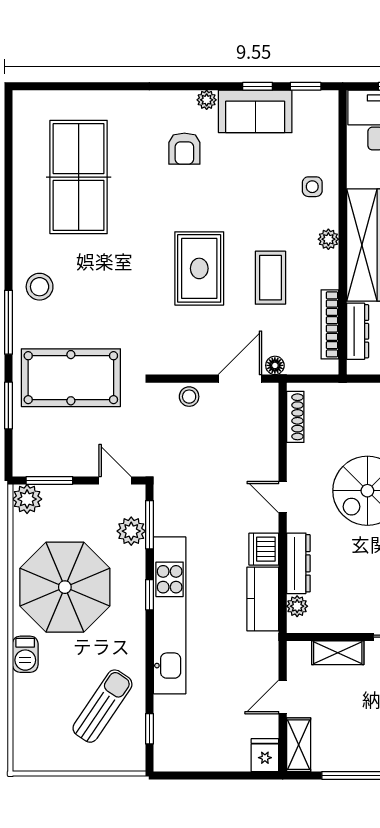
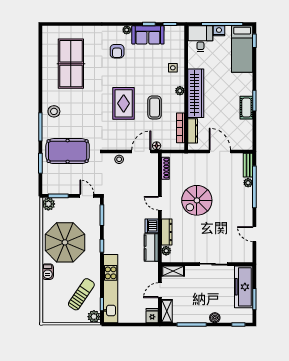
plant: (131, 531) -> (94, 317), moved
kitchen unit: (170, 615) -> (111, 289), moved
shelving: (338, 653) -> (173, 271), moved

